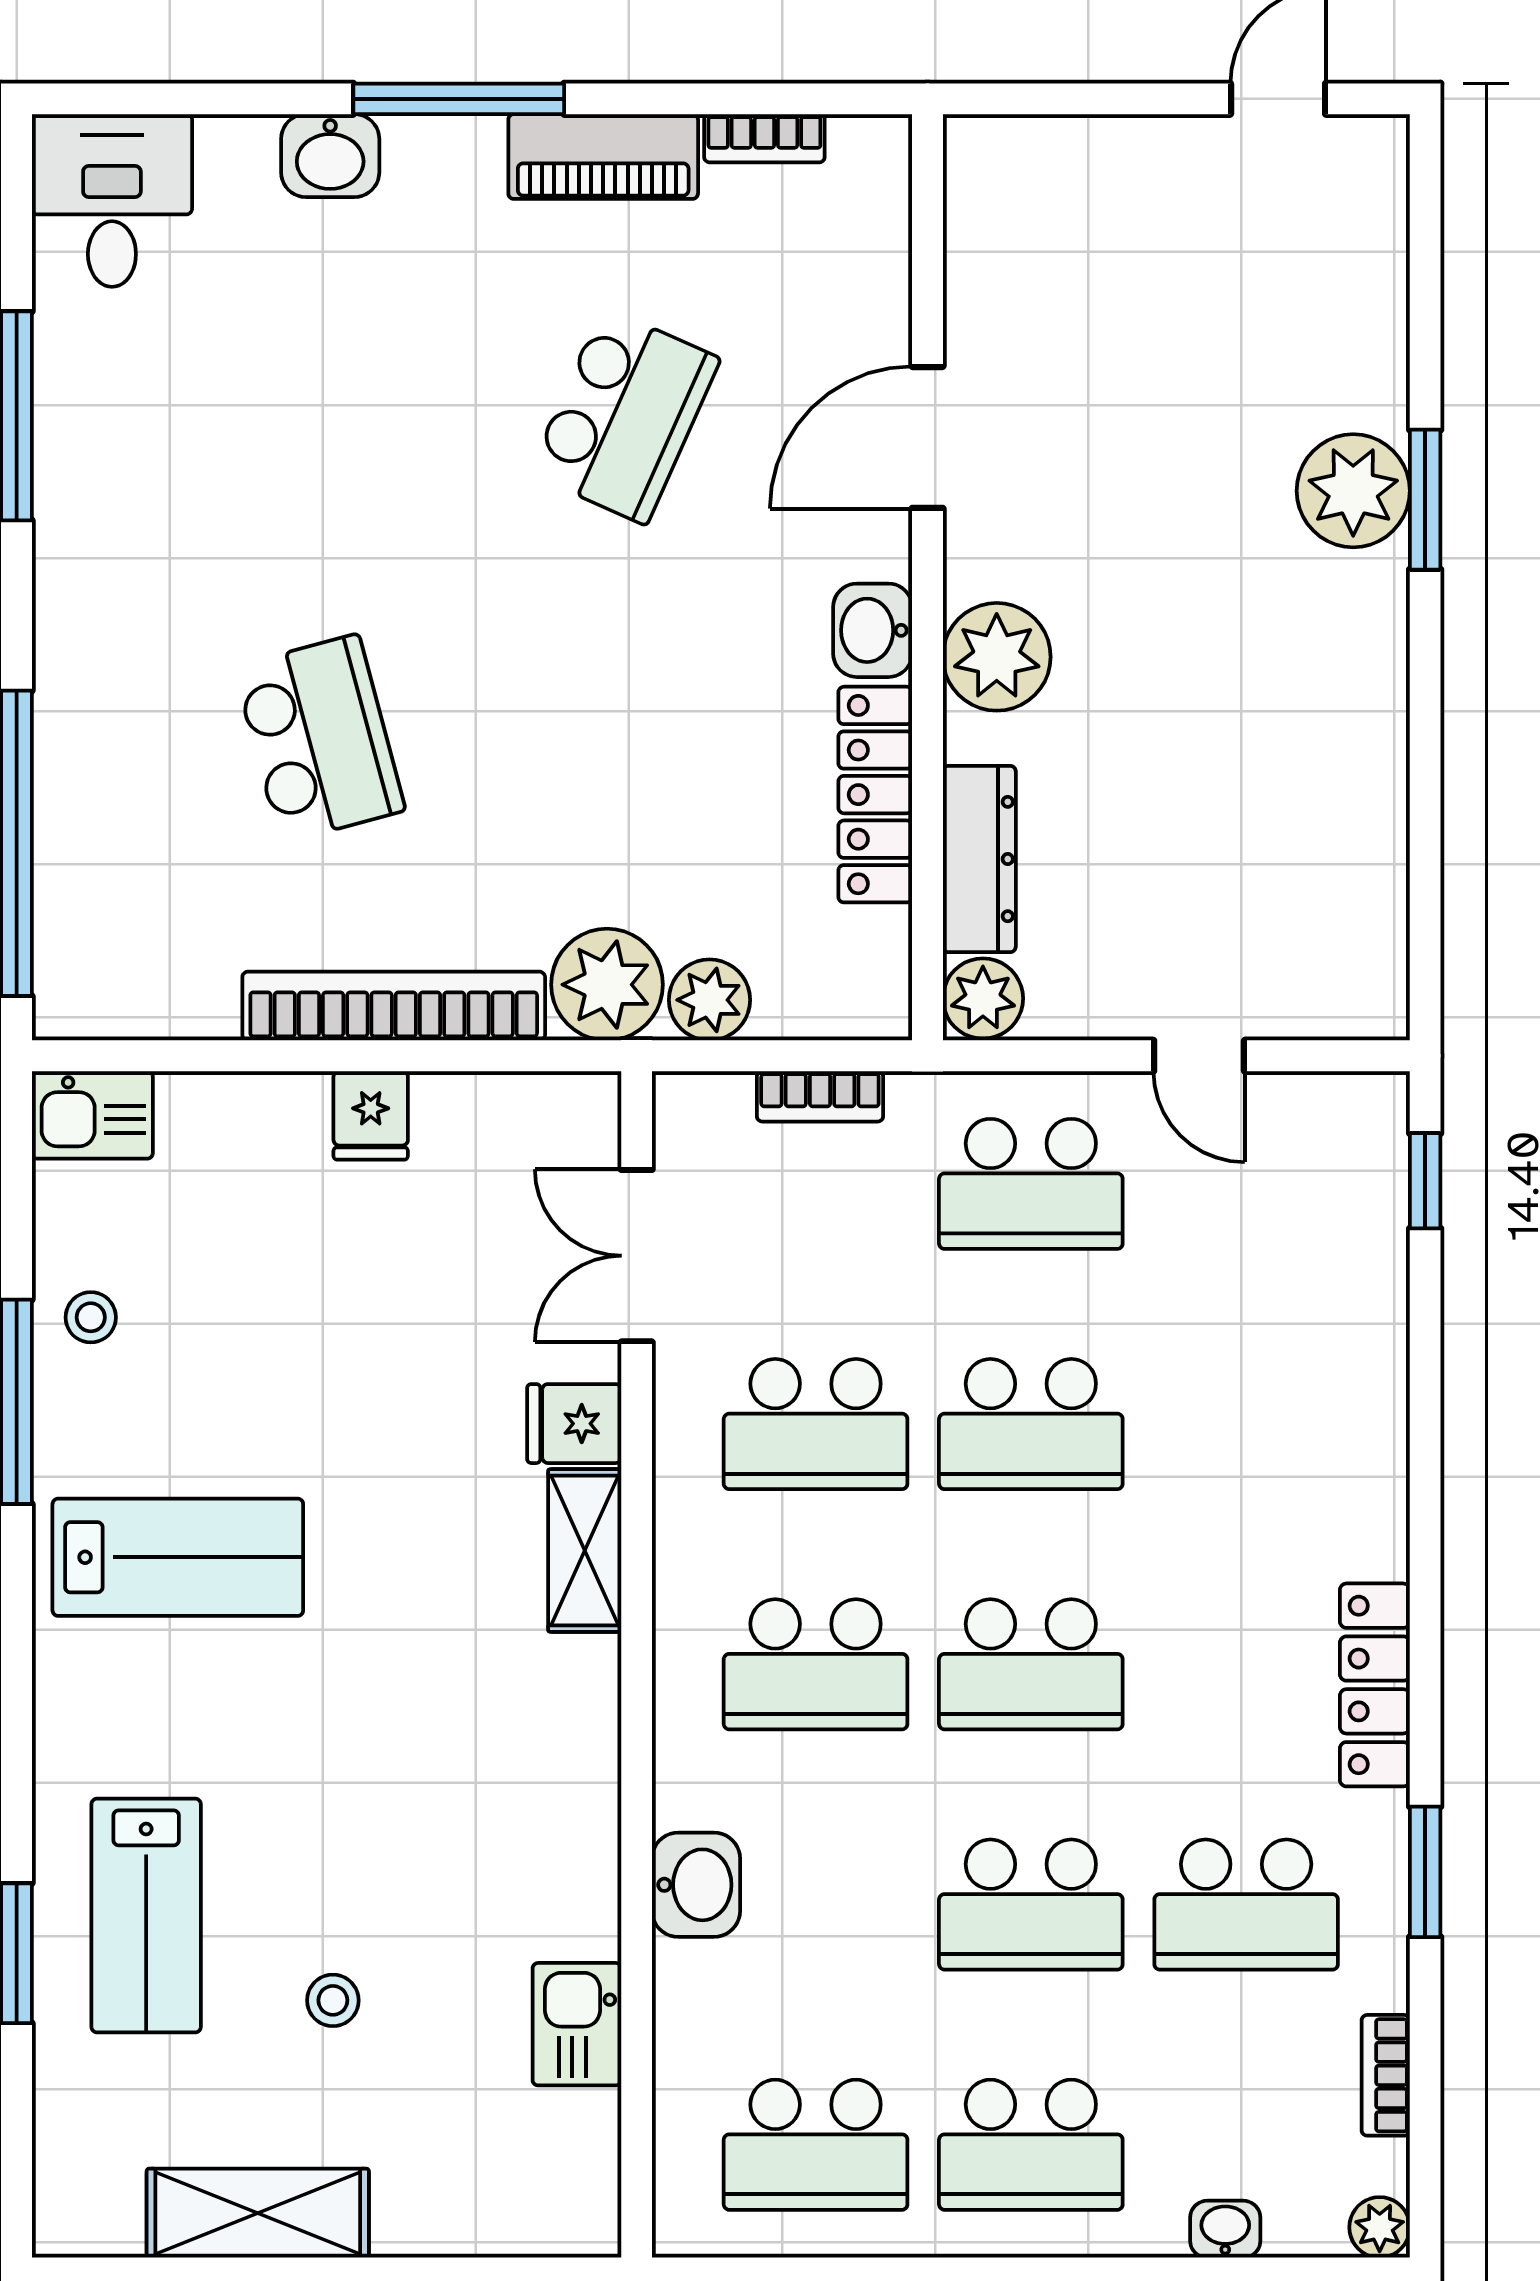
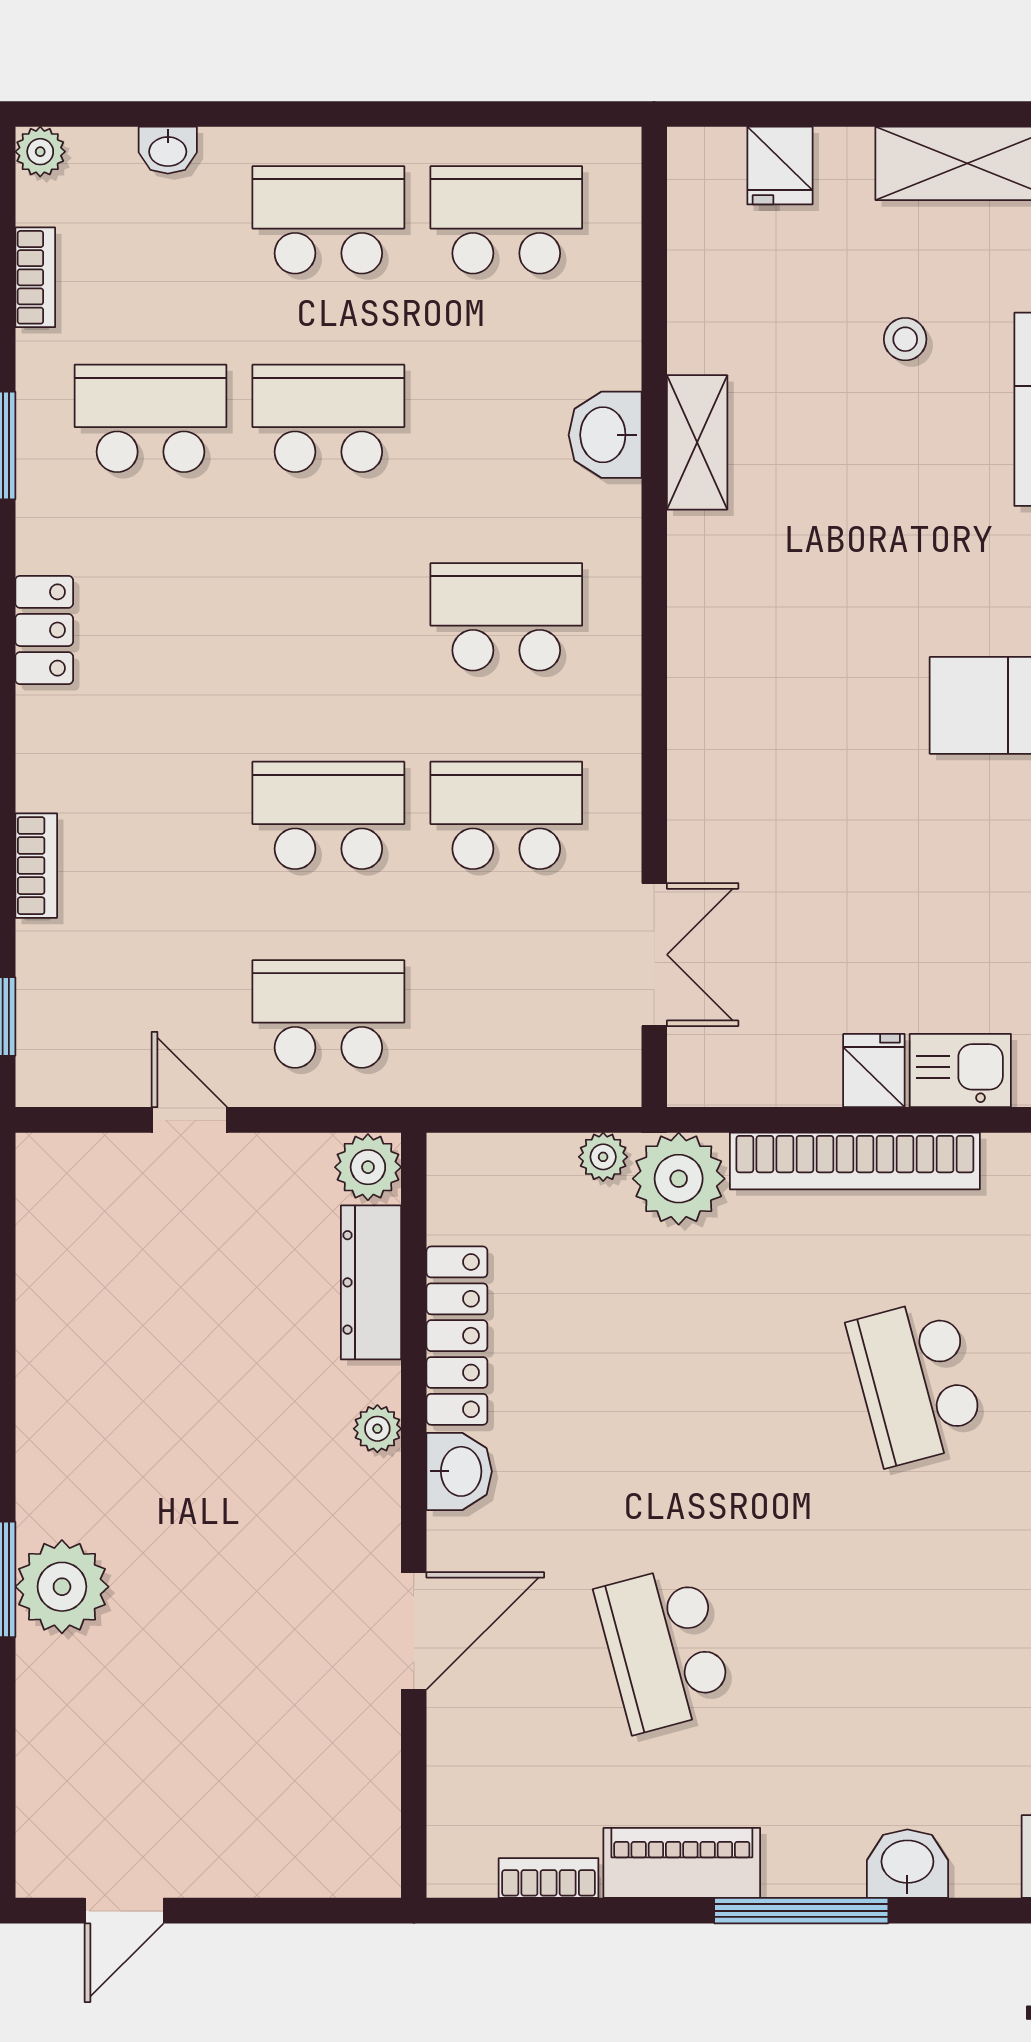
school desk: (625, 416) -> (664, 1649), turned -39
plant: (997, 657) -> (377, 1429), width x0.53, depth x0.53
plant: (709, 1000) -> (603, 1157), width x0.73, depth x0.73
bookcase: (820, 1096) -> (36, 866), moved, turned 90
fridge: (574, 1424) -> (780, 166), moved, turned 90
shelving: (585, 1551) -> (697, 442), moved
school desk: (1031, 1664) -> (328, 617), removed
locker: (1375, 1685) -> (44, 630), width x0.66
kitchen sink: (577, 2024) -> (960, 1071), moved, turned -90

